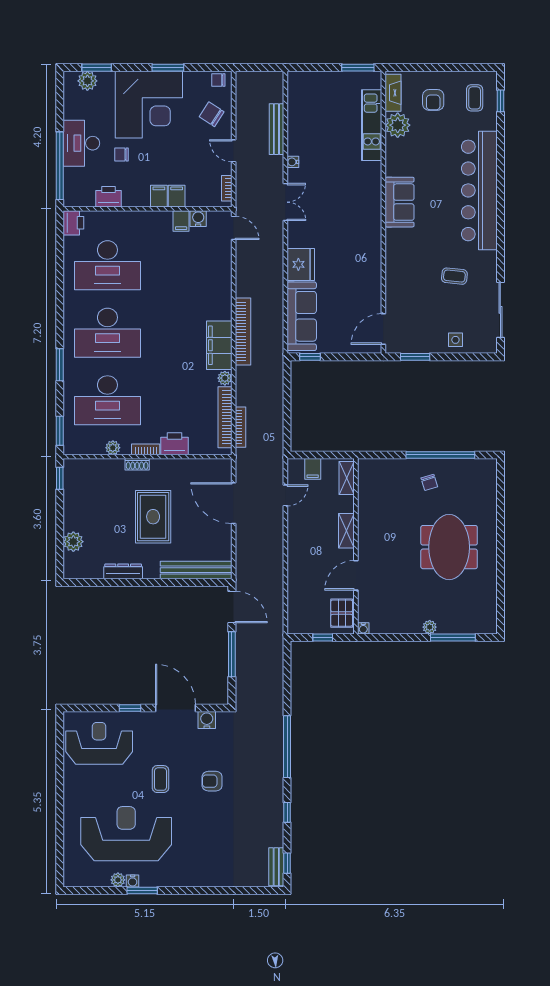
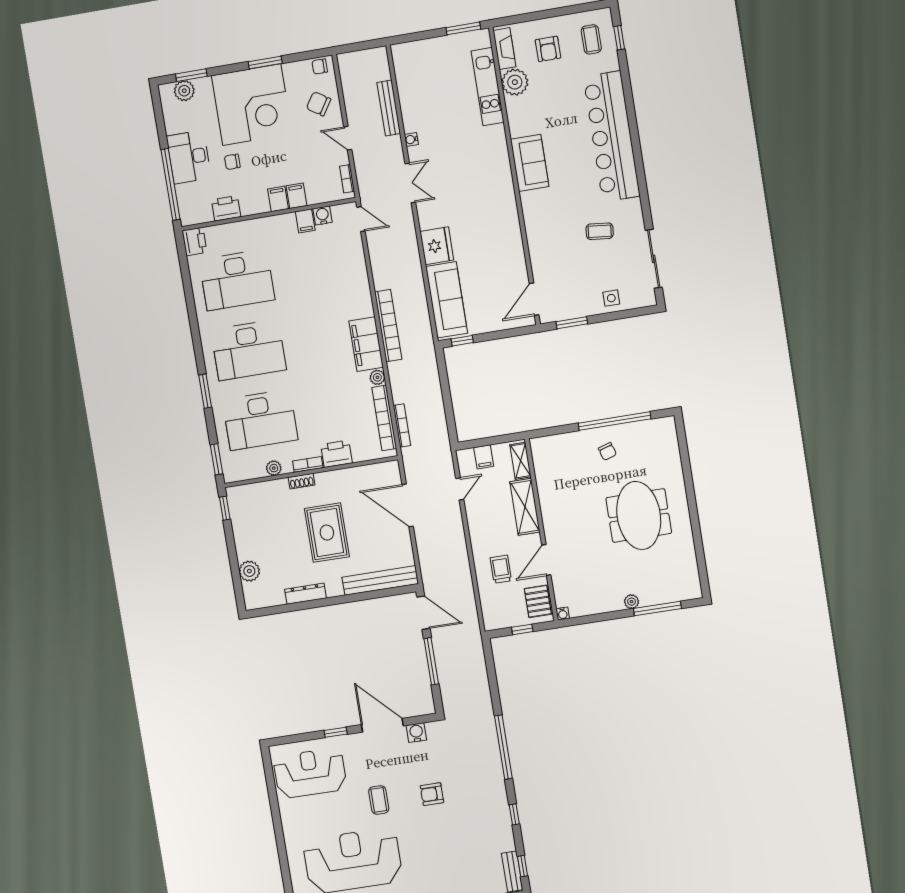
shelving: (346, 531) -> (525, 507), width x1.50, depth x1.33
trolley: (312, 577) -> (501, 569), added

